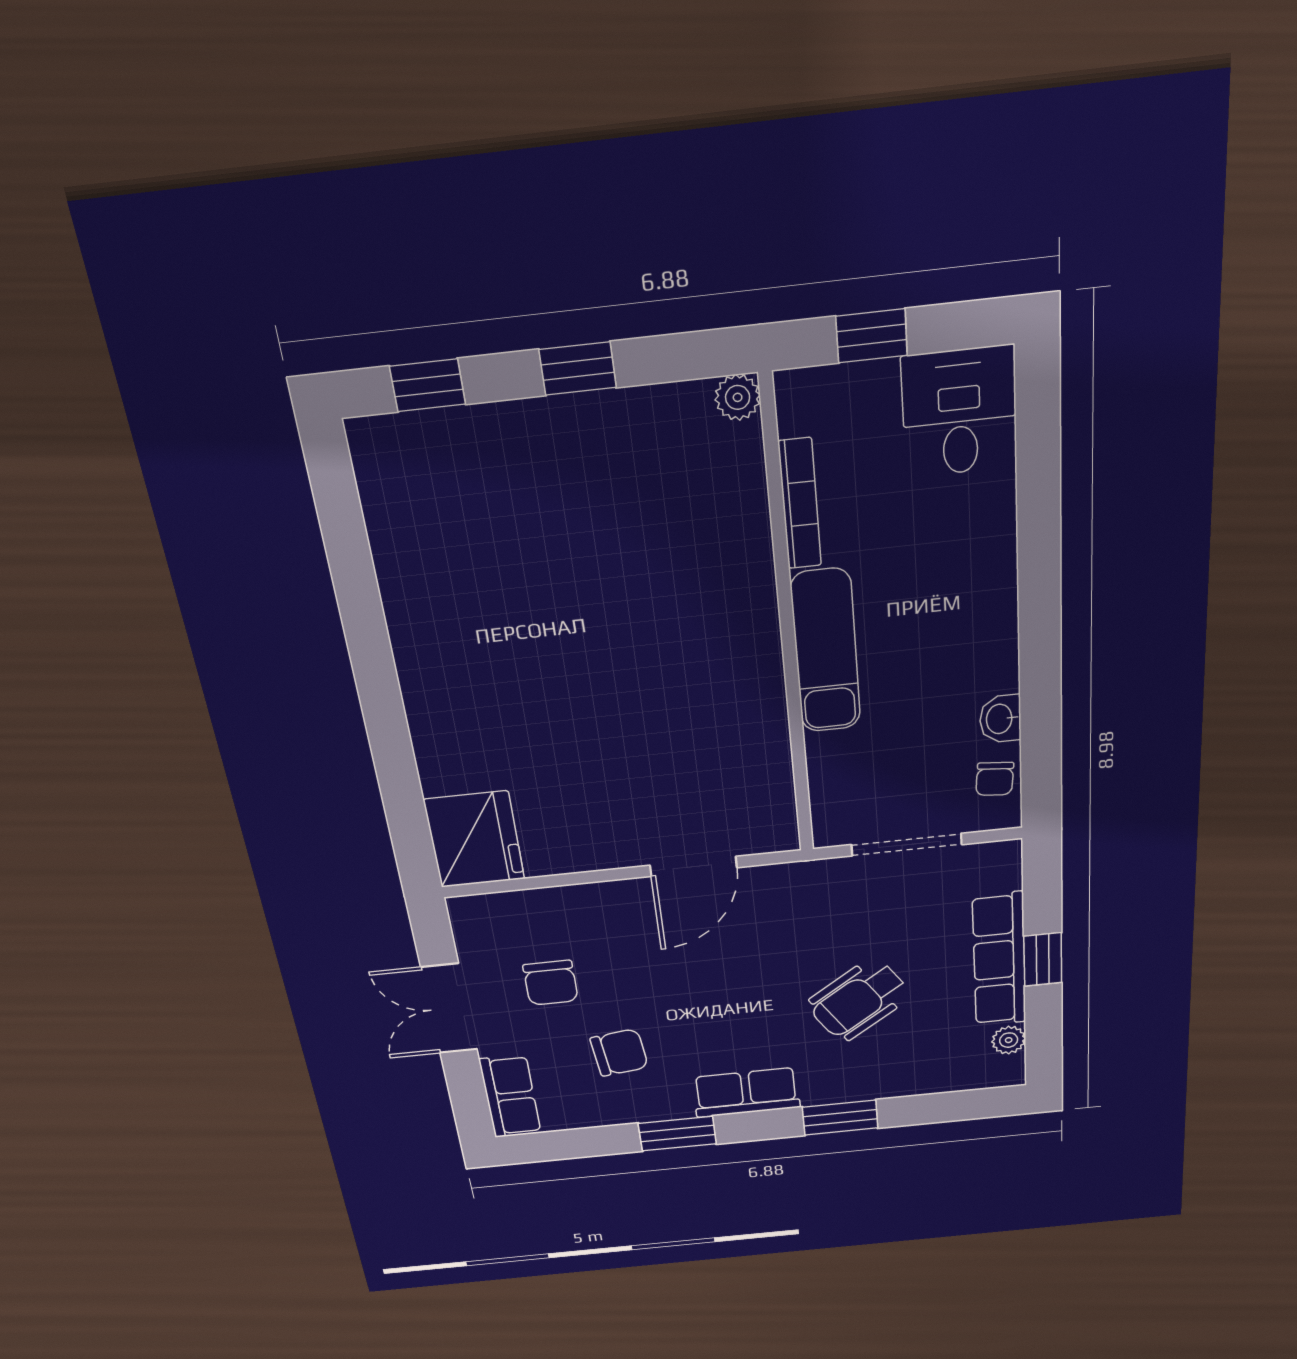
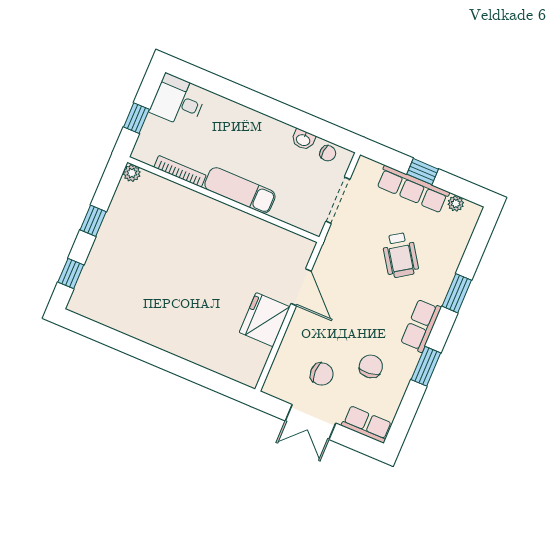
fridge: (474, 839) -> (265, 320), moved, turned -90

